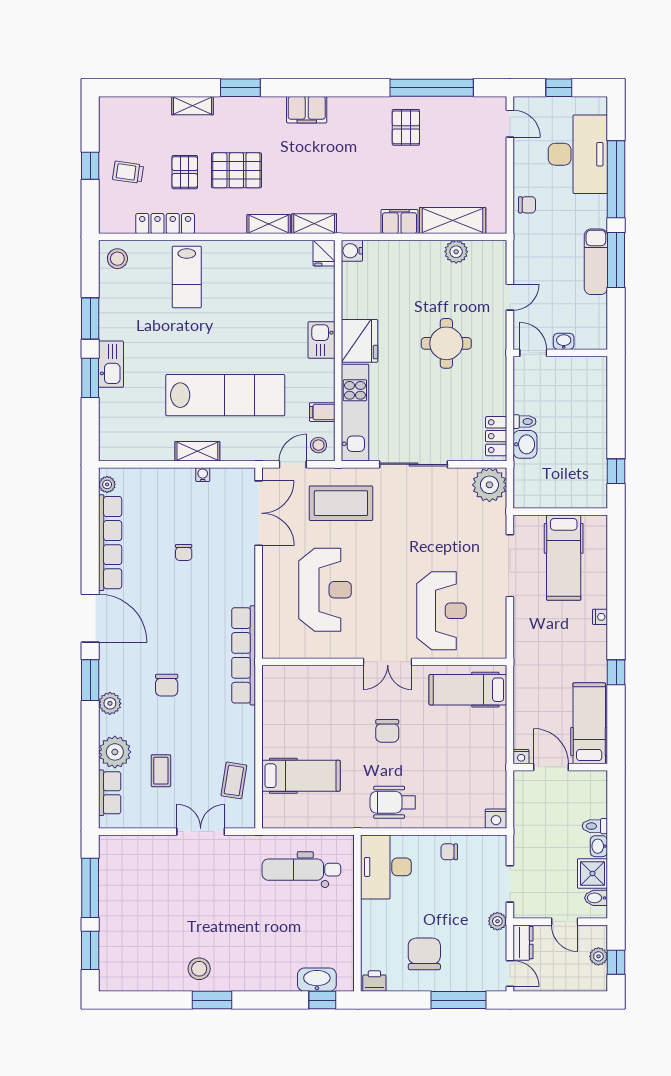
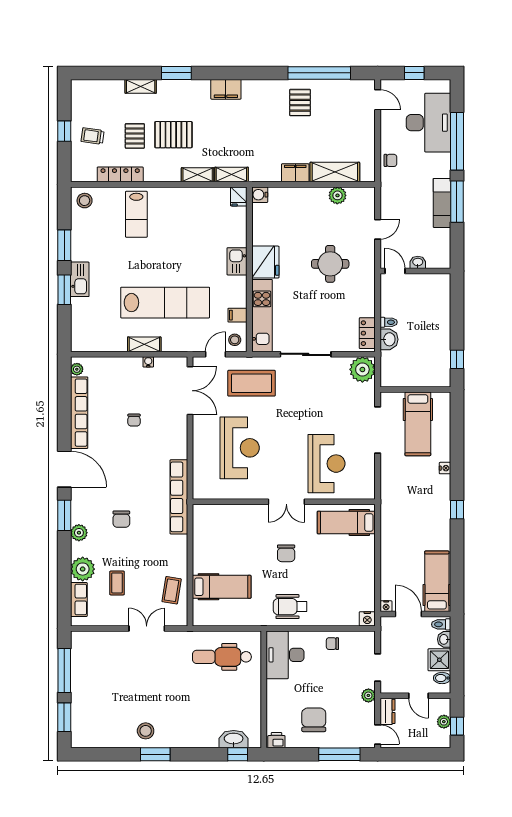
hospital bed: (589, 723) -> (437, 581), moved
nightstand: (521, 757) -> (386, 606), moved
door: (551, 767) -> (408, 614), moved
wall: (560, 767) -> (415, 614), moved

